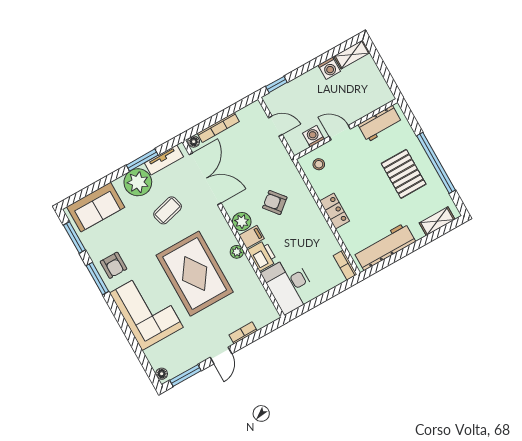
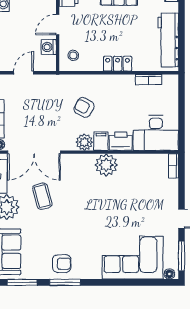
double door: (205, 179) -> (34, 152), swing flipped
armchair: (275, 202) -> (84, 107), turned 68
plant: (237, 252) -> (106, 165), width x1.88, depth x1.88
bookcase: (345, 265) -> (149, 80), moved
rug: (195, 274) -> (105, 203), removed
corner sofa: (146, 310) -> (133, 258), moved
bookcase: (243, 333) -> (173, 166), moved

